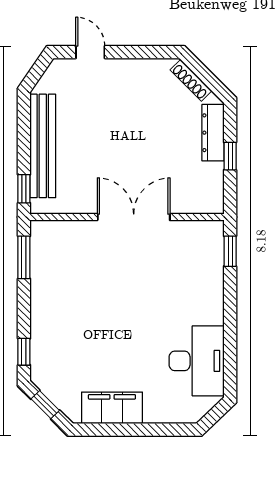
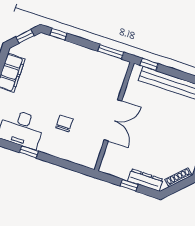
window: (230, 251) -> (29, 152), moved
chair: (165, 294) -> (64, 123), added

